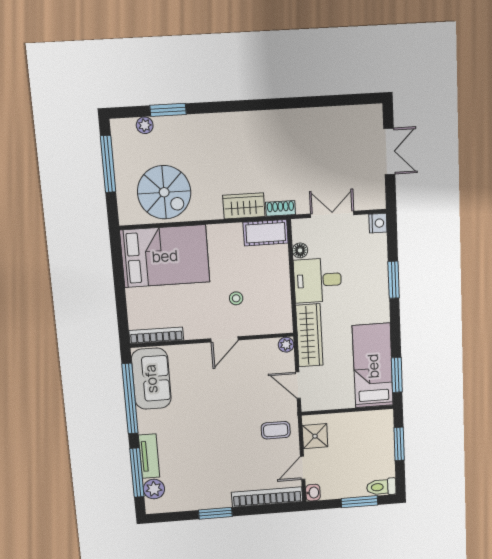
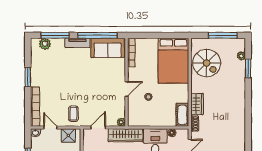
spiral stairs: (164, 192) -> (207, 63), turned -90
door: (224, 339) -> (127, 89), swing flipped
tv unit: (149, 456) -> (77, 43), moved

